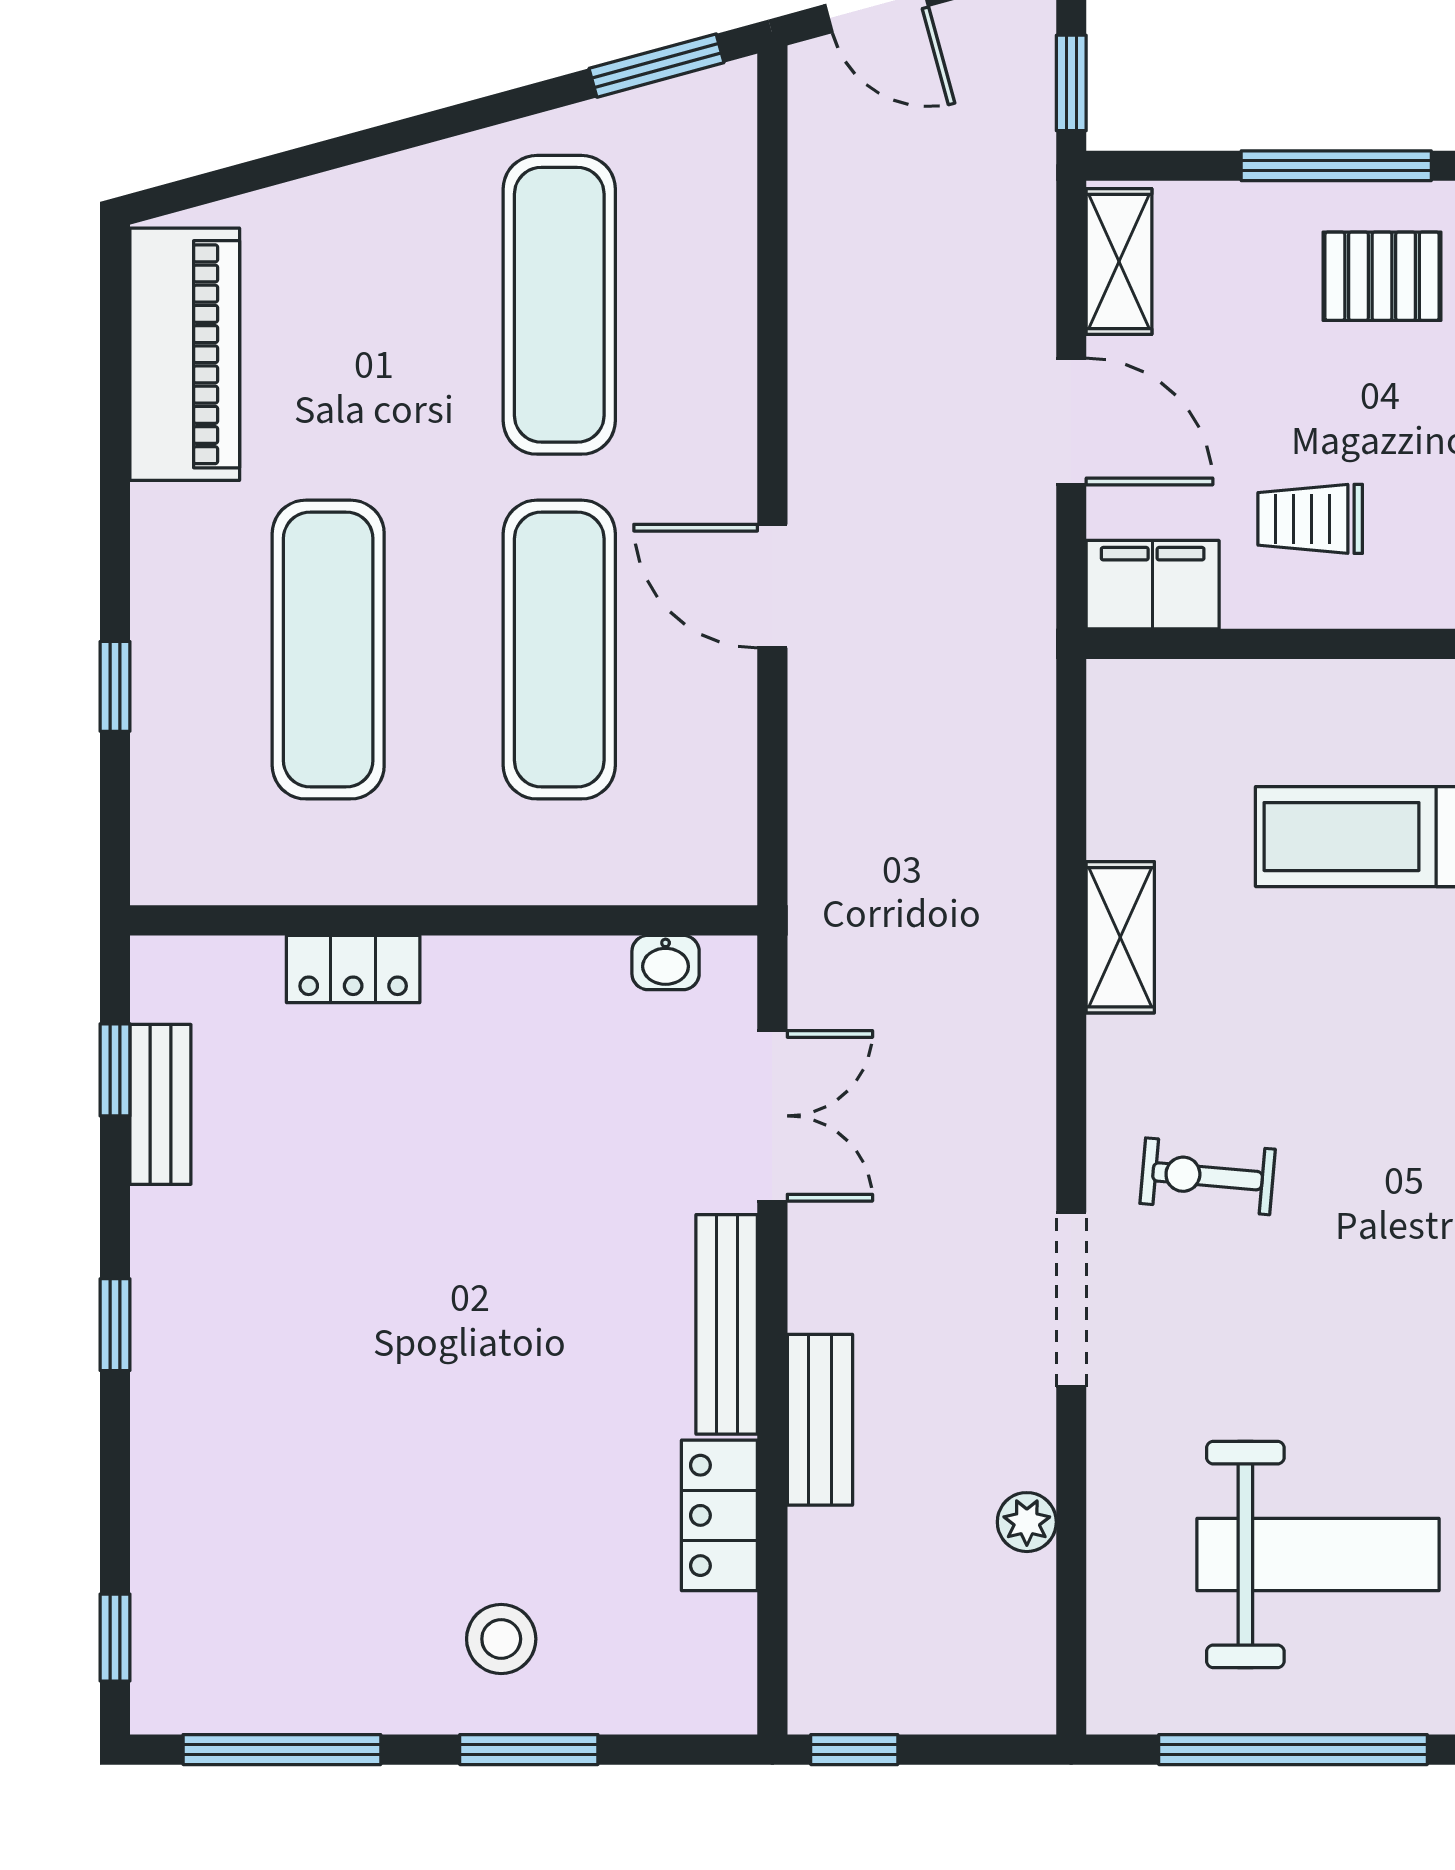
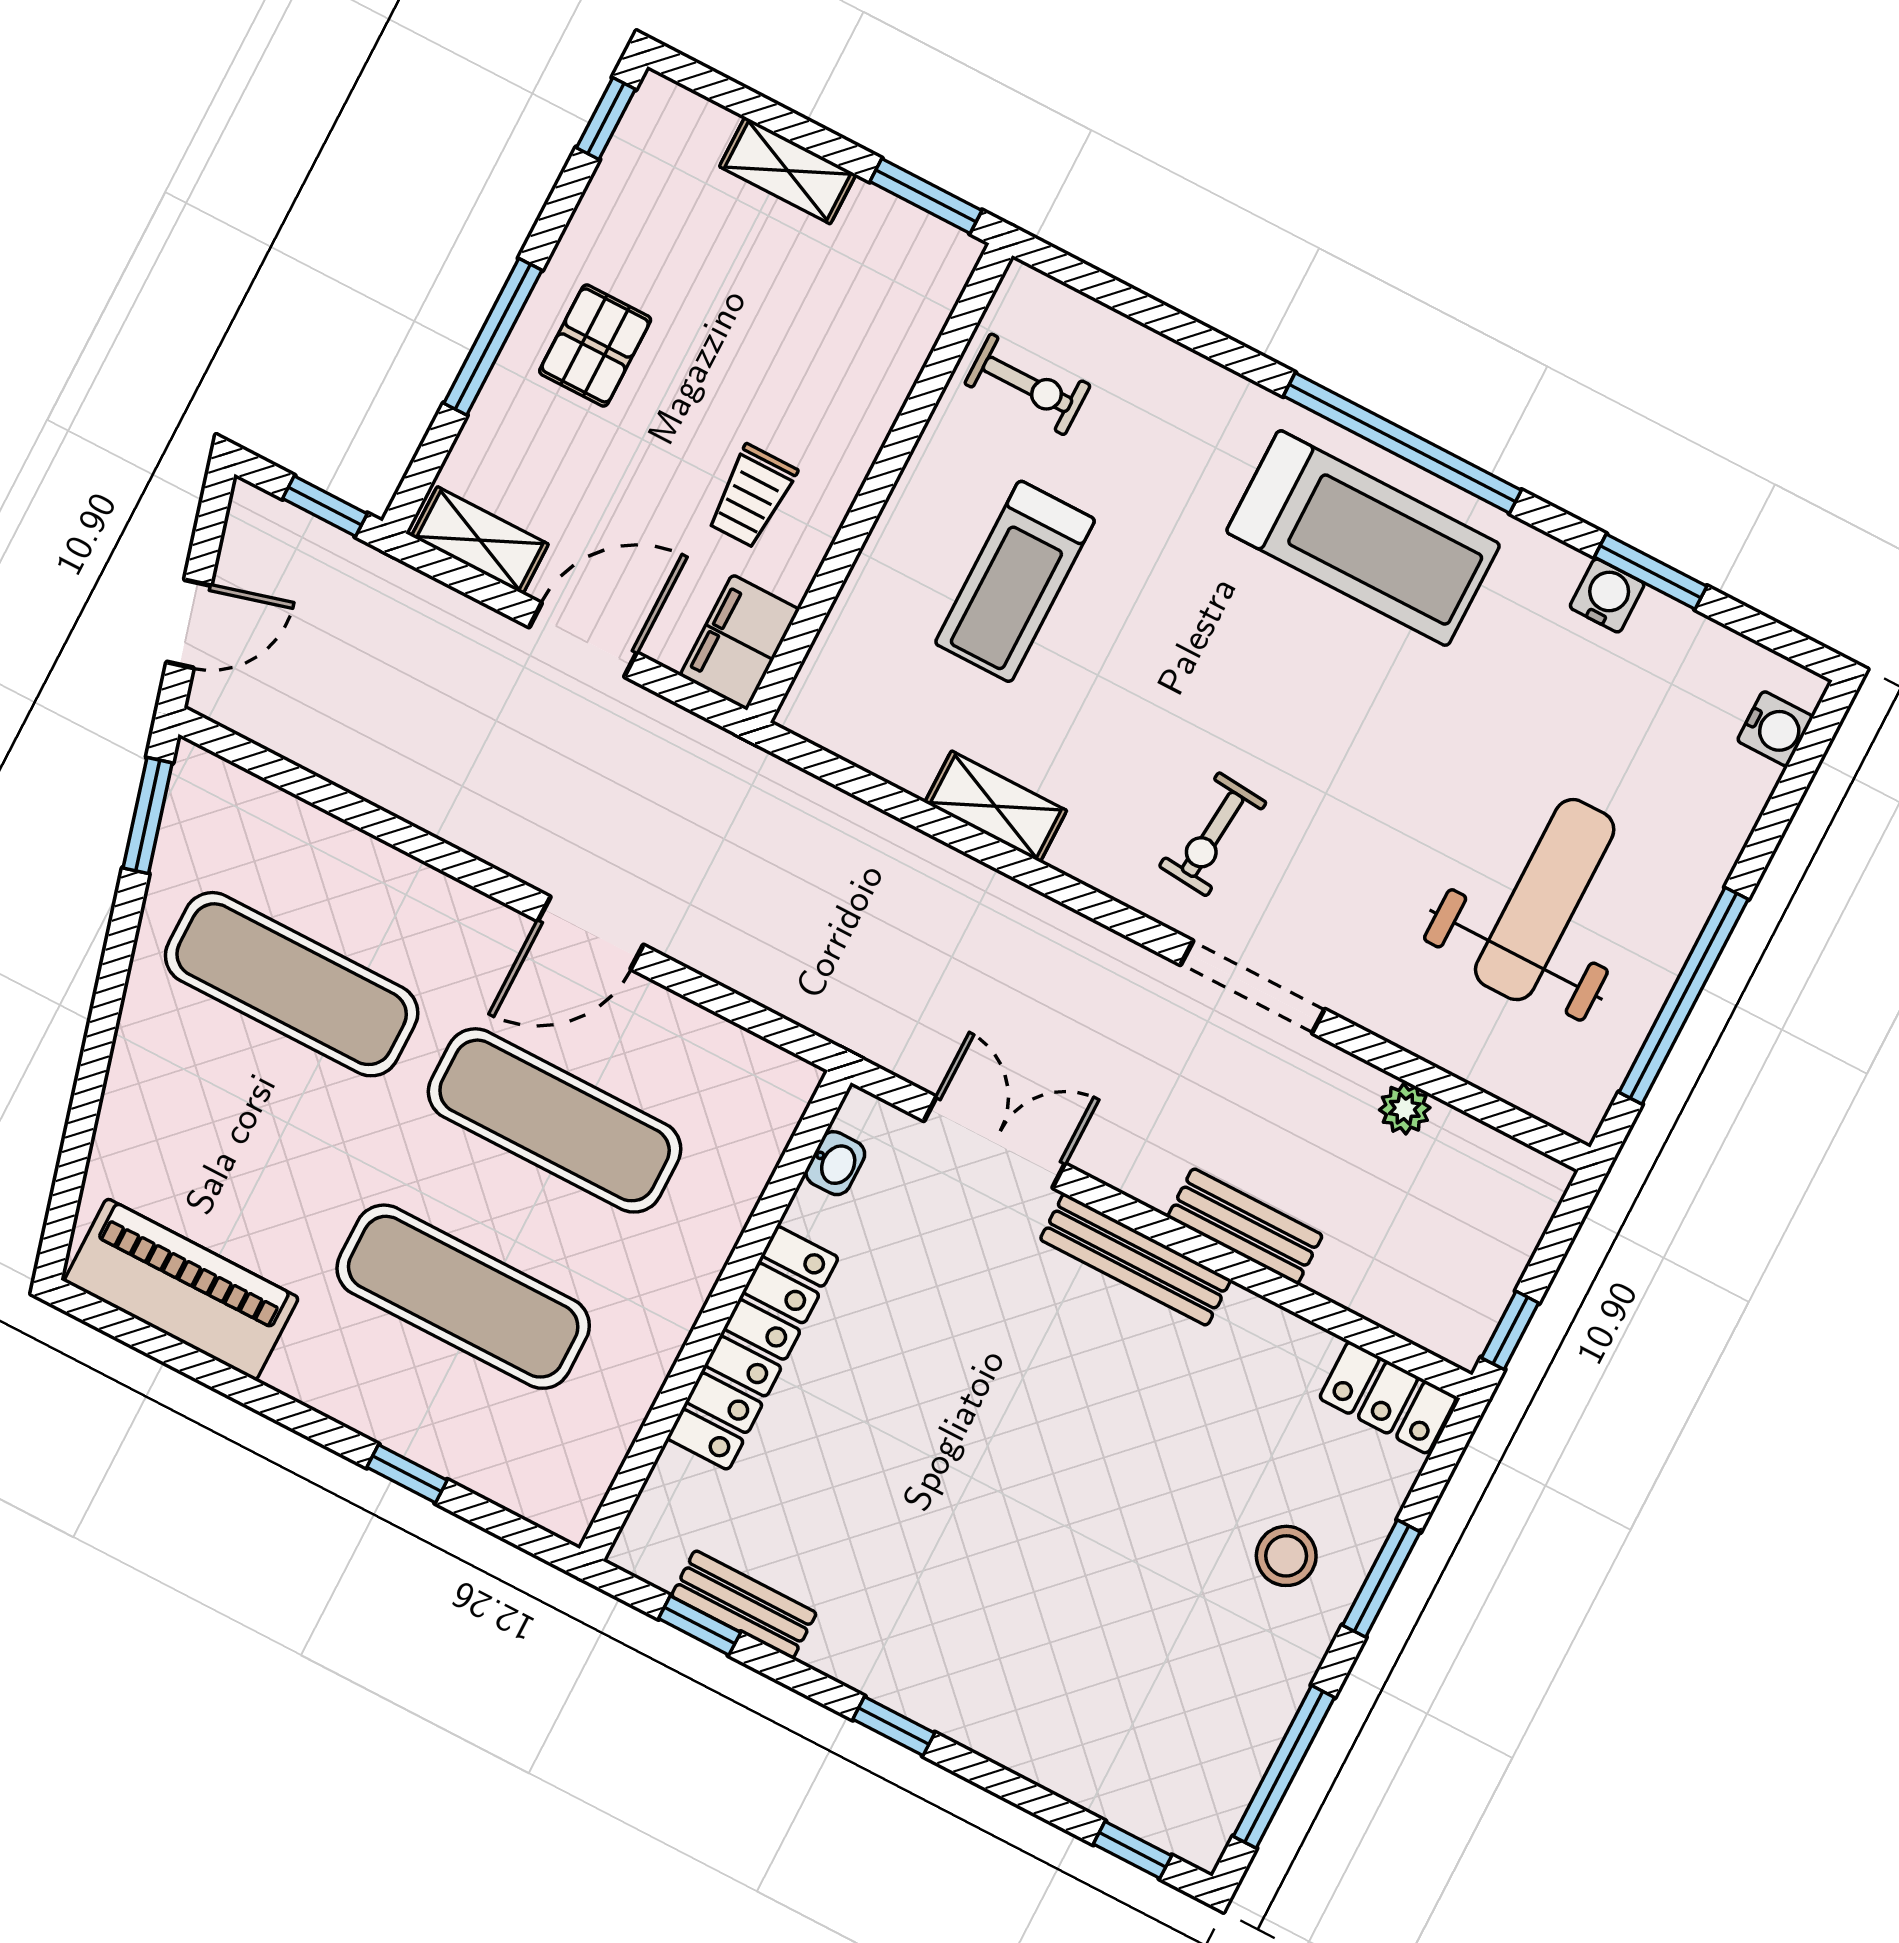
locker: (353, 969) -> (753, 1348), width x2.16, depth x1.21
locker: (719, 1515) -> (1388, 1398), moved

